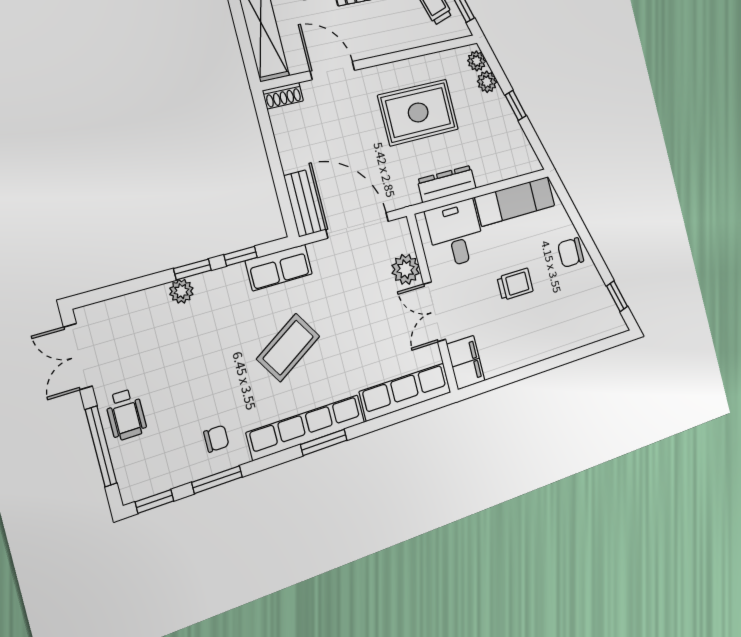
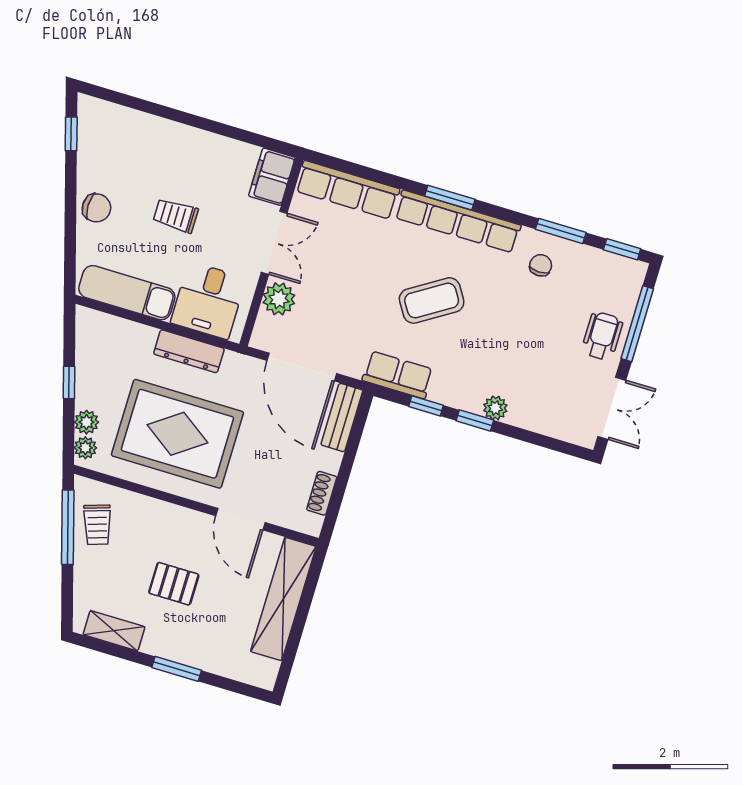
shoe rack: (283, 96) -> (322, 493), moved, turned -90
rug: (418, 112) -> (177, 434), width x1.37, depth x1.44
chair: (216, 439) -> (541, 265), turned 90

